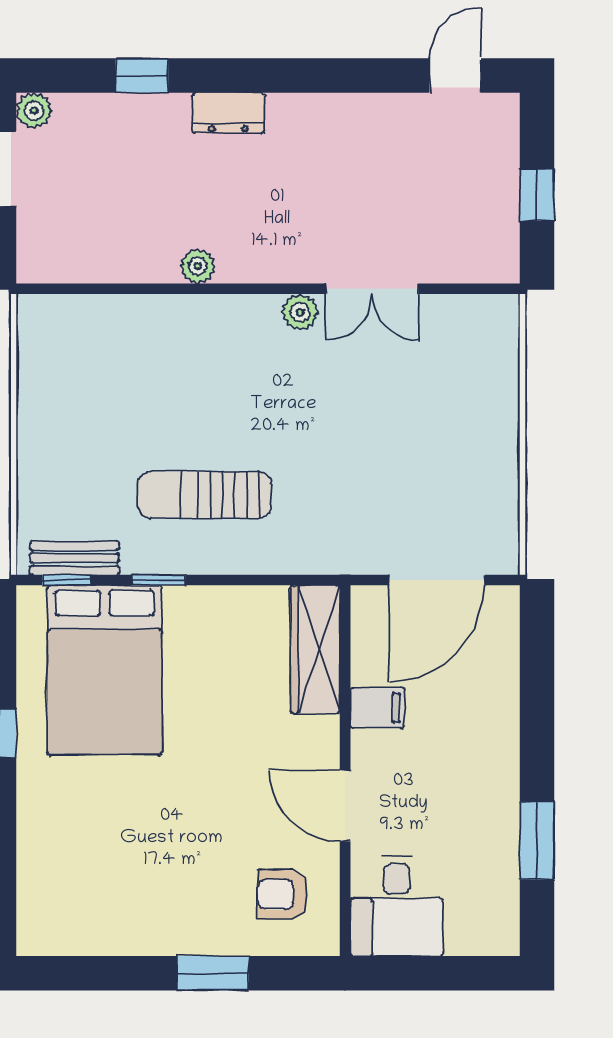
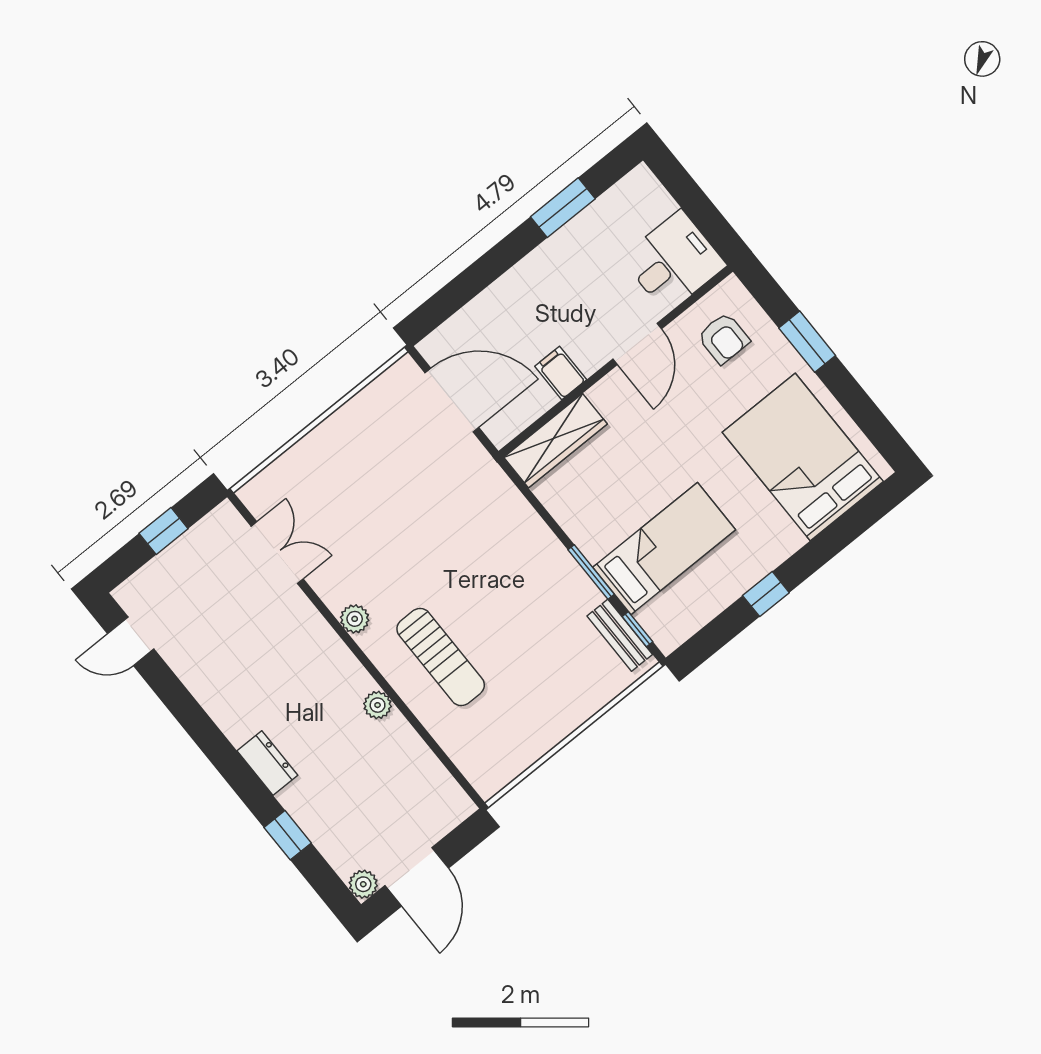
double door: (372, 289) -> (277, 553), moved
sun lounger: (205, 495) -> (441, 657), moved
window: (159, 580) -> (591, 572), width x1.50
bed: (105, 670) -> (664, 549), width x0.67
bed: (104, 878) -> (803, 457), added

